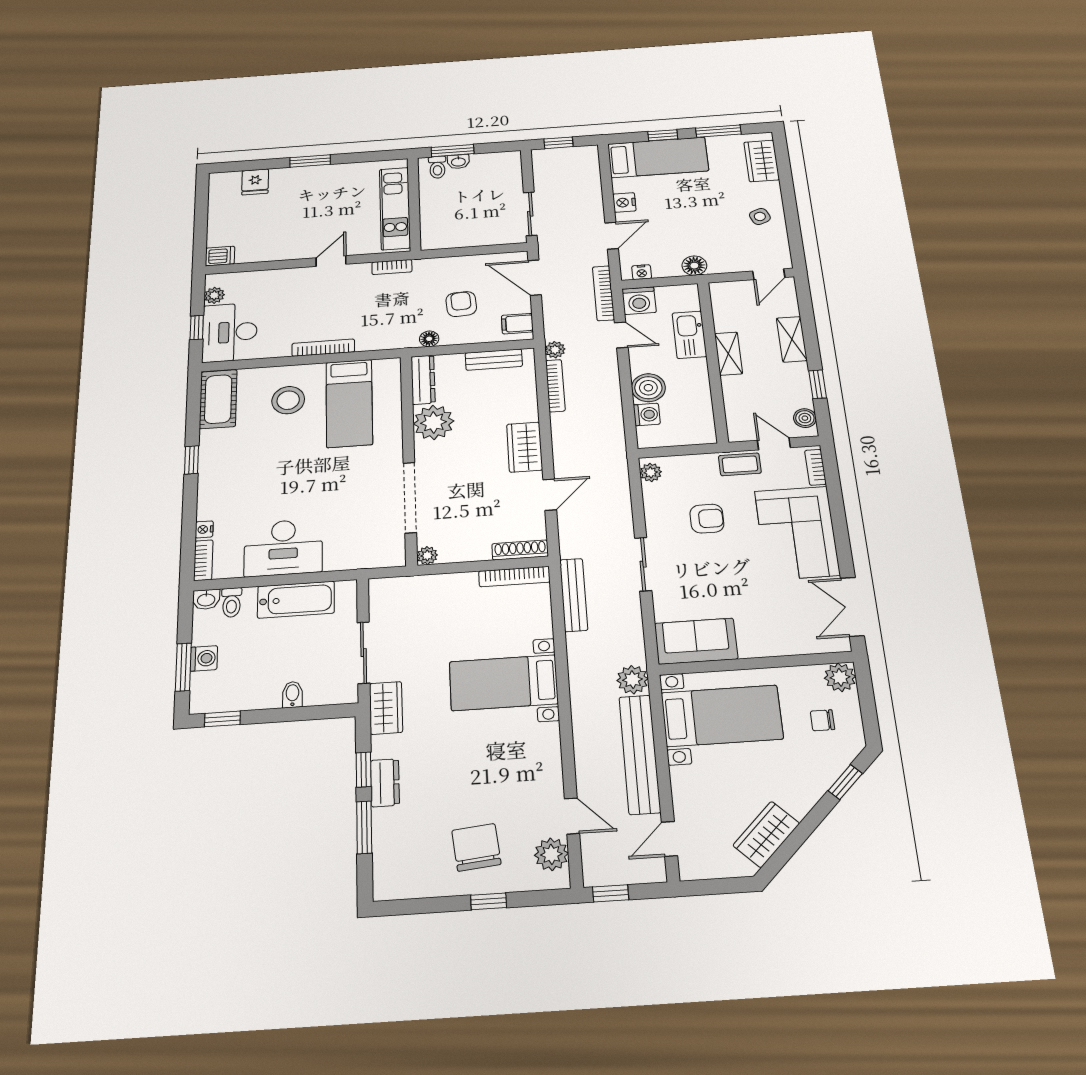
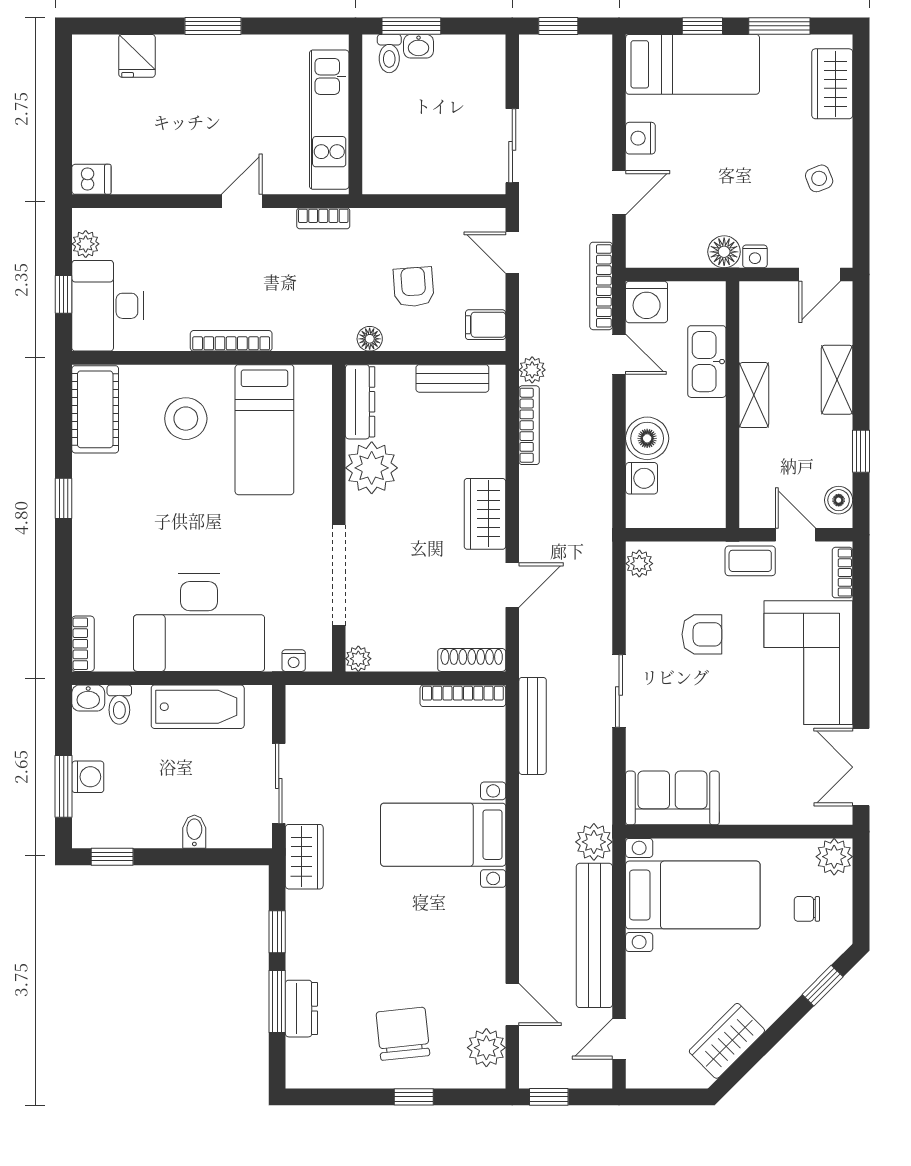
nightstand: (642, 272) -> (755, 256), moved
door: (535, 278) -> (512, 253), width x0.73
nightstand: (204, 529) -> (294, 661), moved, turned -90
desk: (283, 548) -> (199, 623), width x1.36, depth x1.30
dresser: (385, 783) -> (301, 1009), moved

